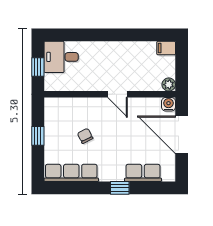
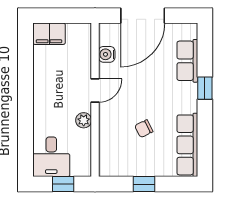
filing cabinet: (166, 48) -> (49, 34), width x2.00
plant: (169, 85) -> (84, 120), moved
water cooler: (168, 104) -> (107, 54), moved

